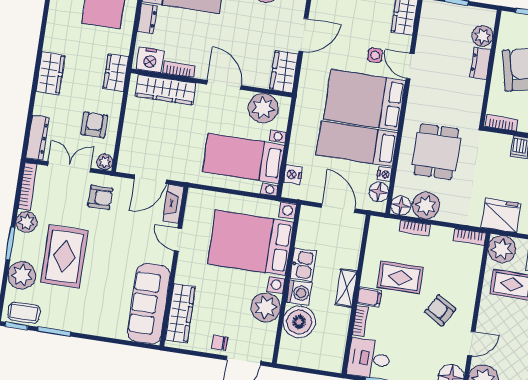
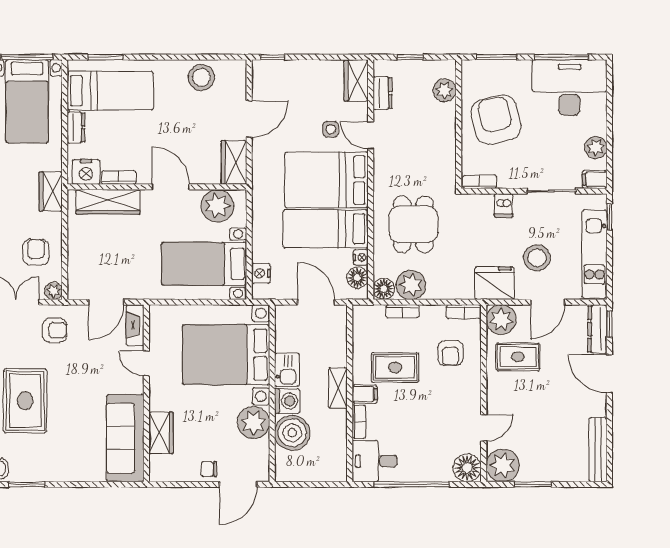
dresser: (480, 63) -> (383, 93), moved, turned 180
armchair: (440, 310) -> (450, 353), moved, turned -121
wardrobe: (180, 313) -> (161, 433), width x0.67

